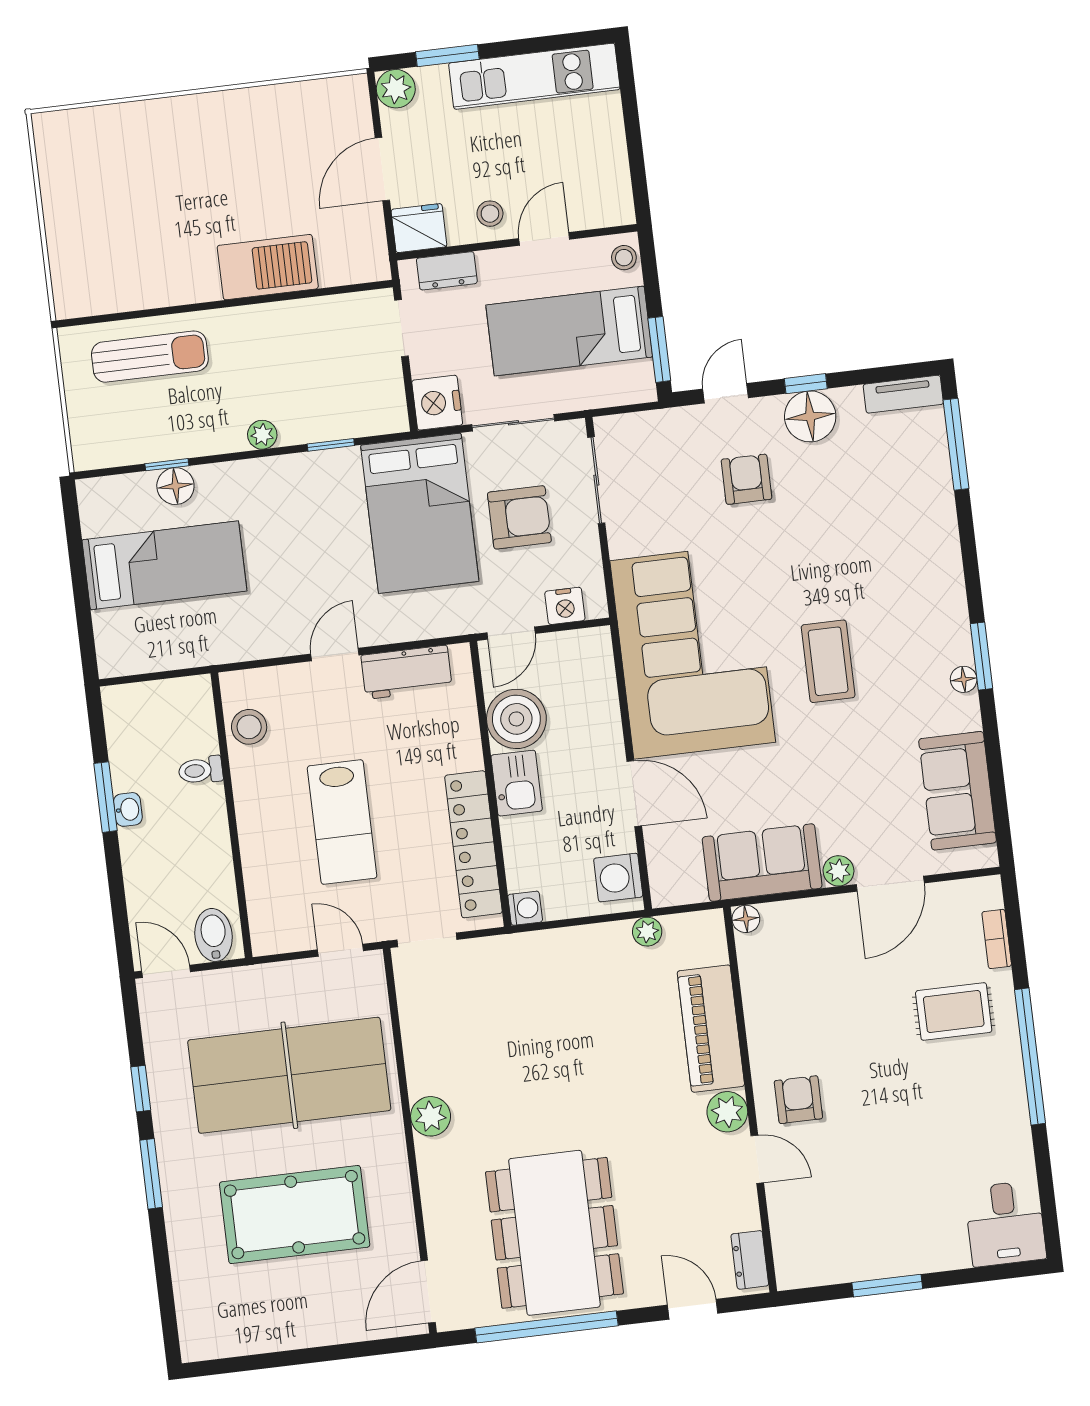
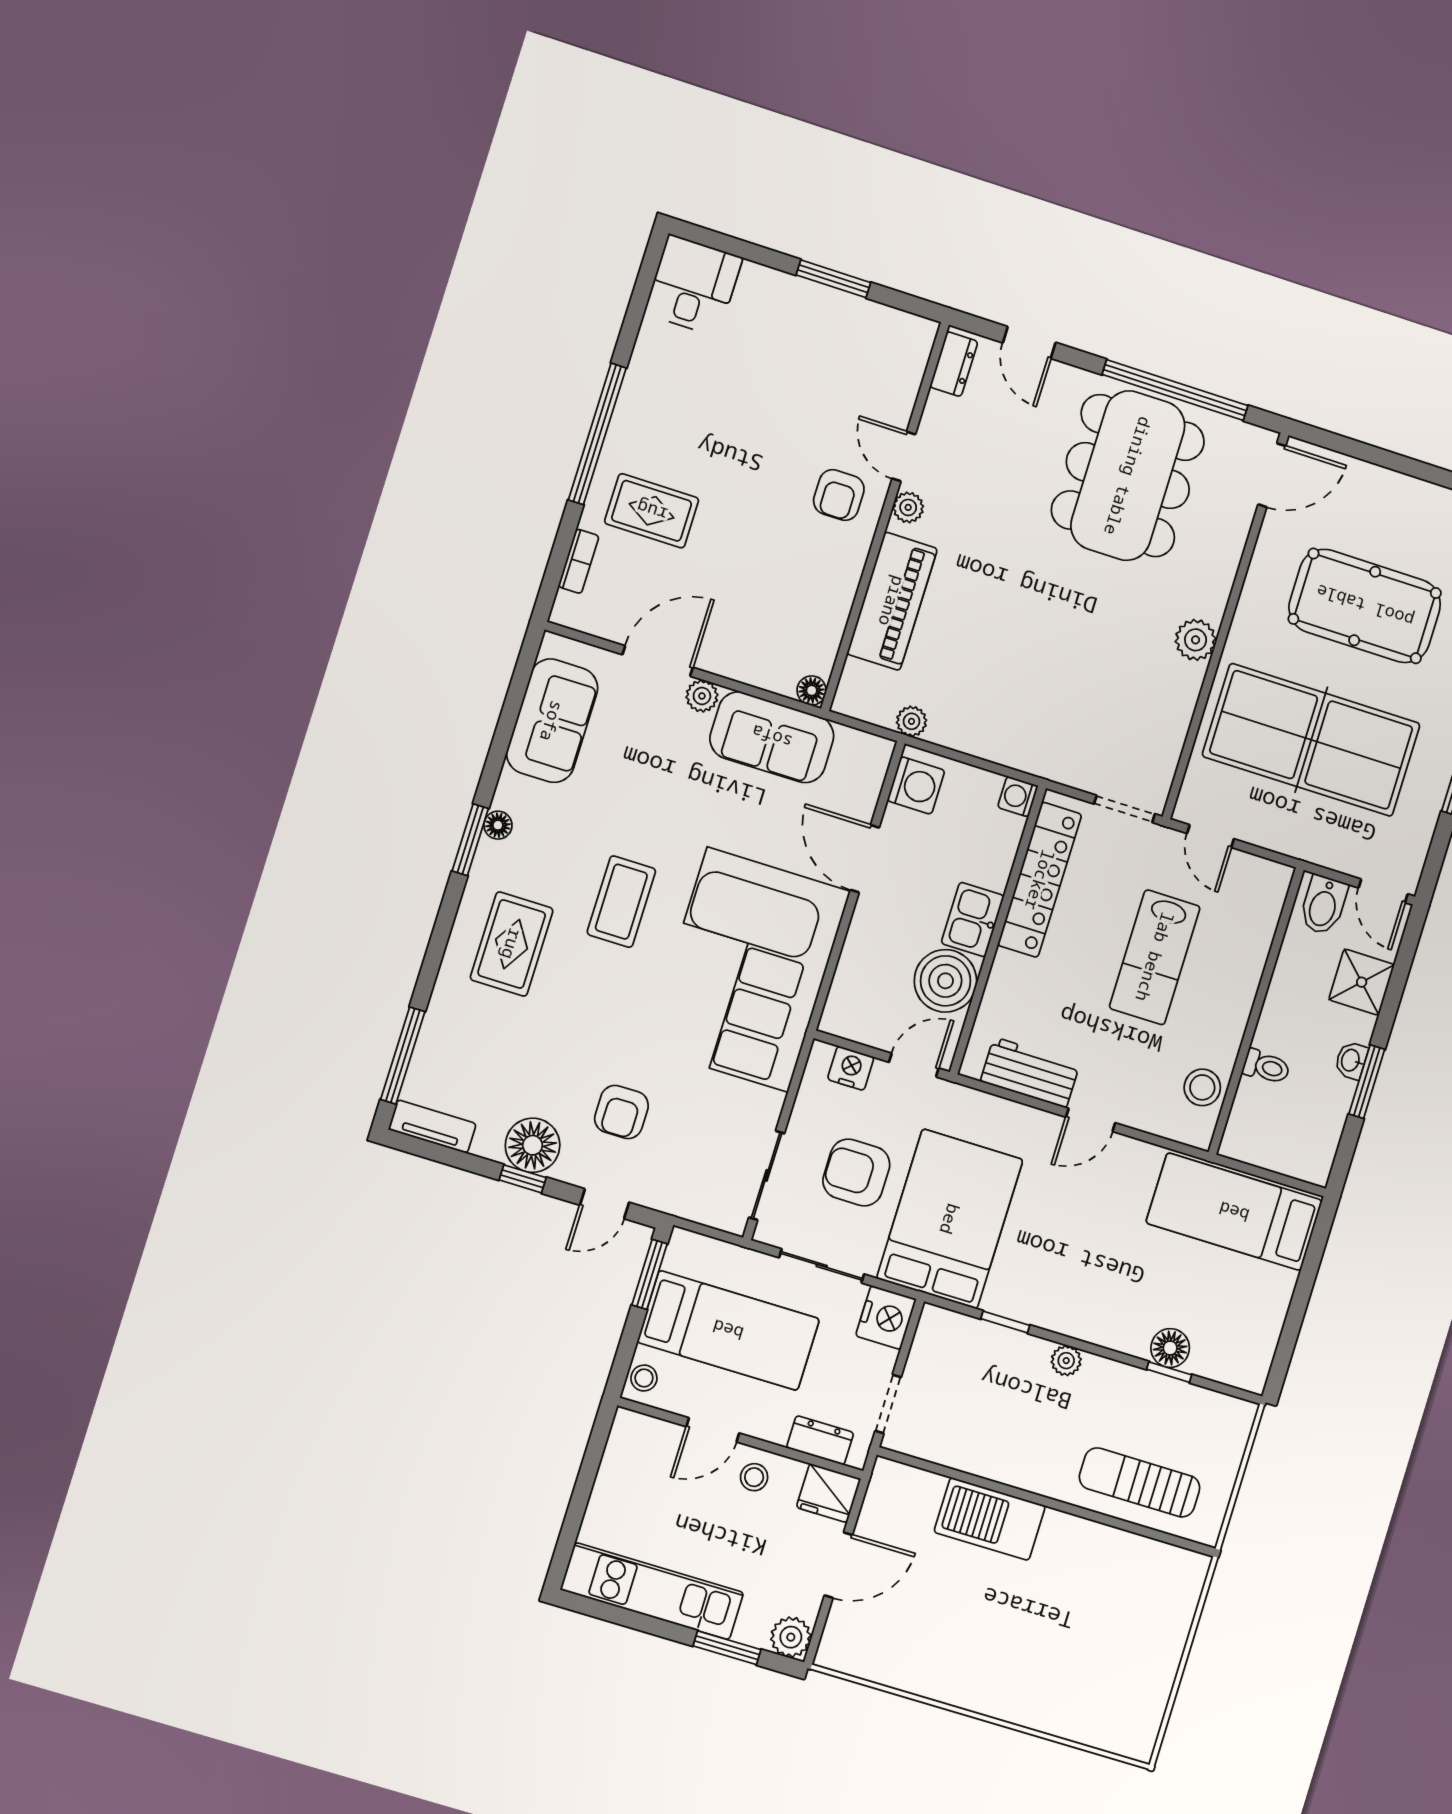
bed: (164, 565) -> (1234, 1212), moved
rug: (906, 582) -> (512, 944), added
lab bench: (342, 822) -> (1155, 957), turned 180
shower: (149, 882) -> (1362, 982), added
plant: (727, 1112) -> (908, 507), width x0.73, depth x0.73

